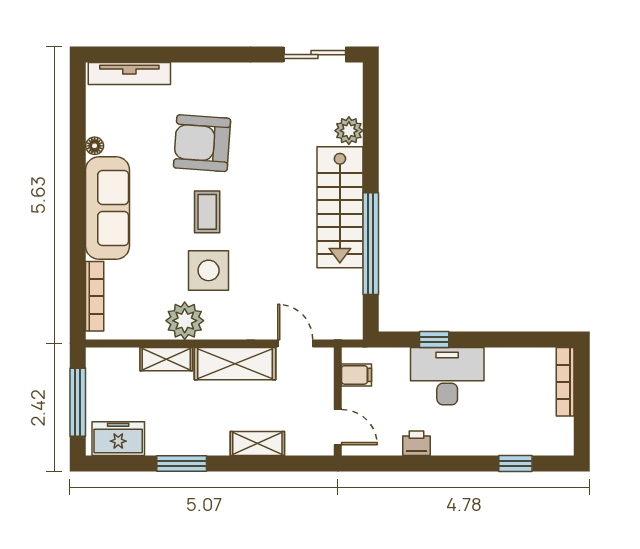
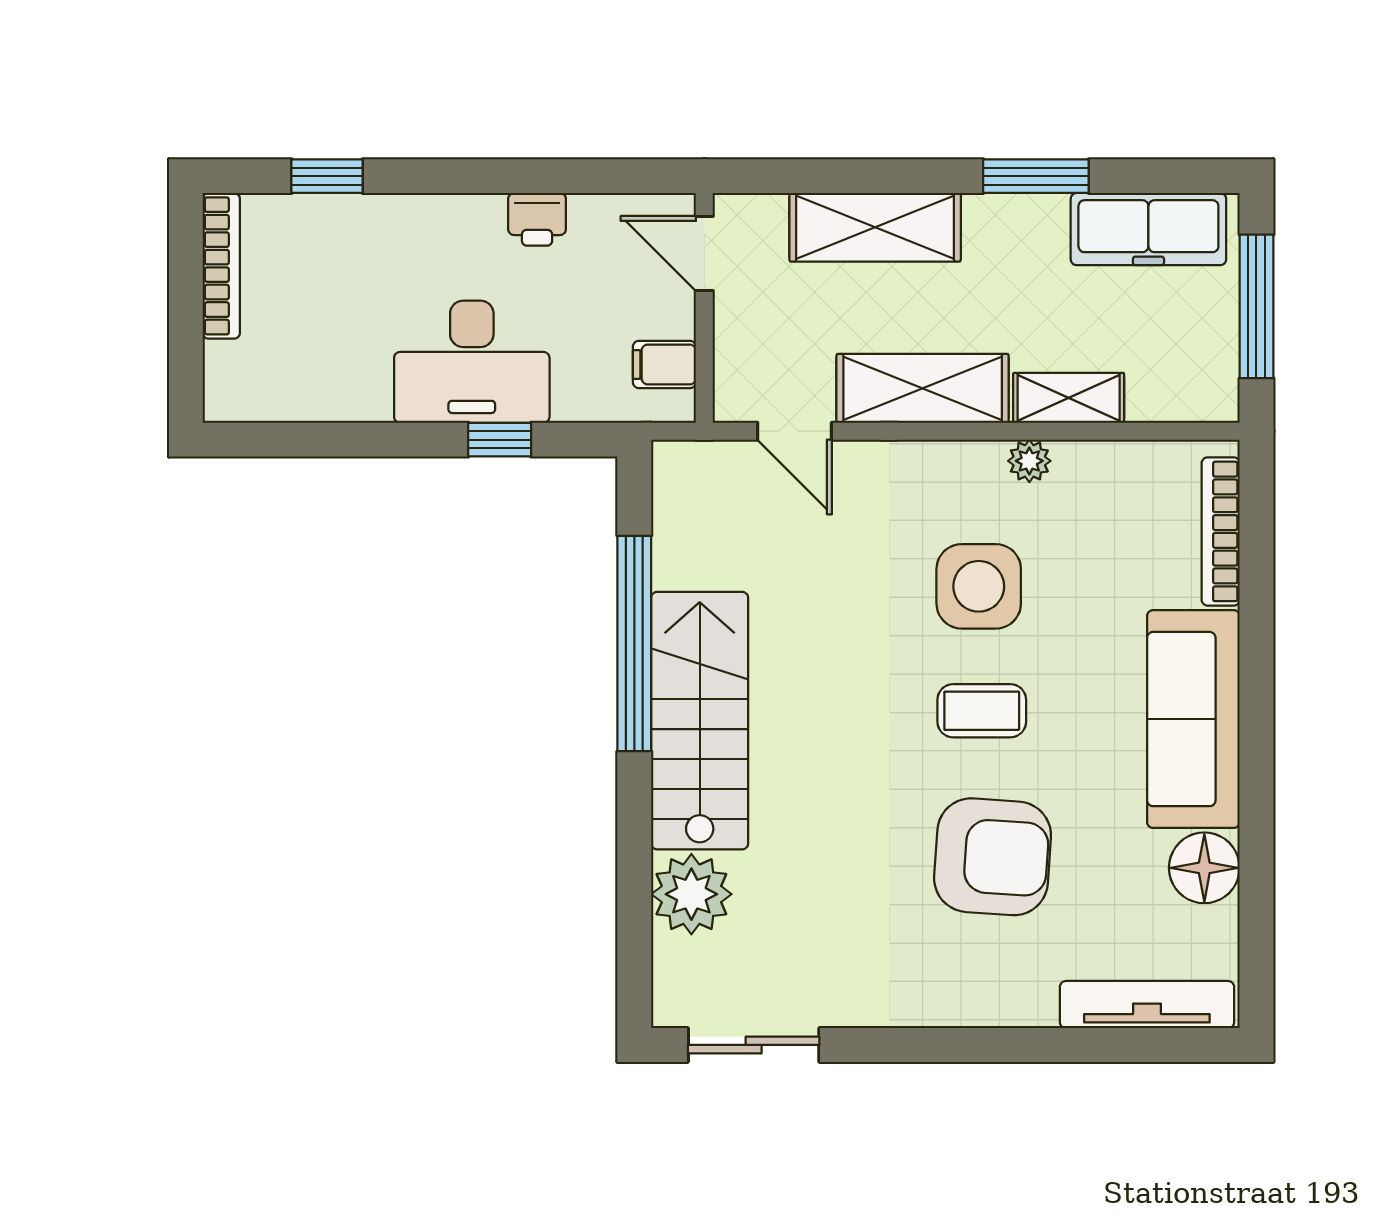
plant: (349, 131) -> (691, 894), width x1.36, depth x1.36
floor lamp: (95, 146) -> (1204, 868), width x1.89, depth x1.89
coffee table: (207, 212) -> (982, 711), turned 90
plant: (185, 321) -> (1029, 461), width x0.53, depth x0.53
bookcase: (565, 382) -> (221, 266), moved
freezer: (118, 439) -> (1148, 229), width x1.40
shelving: (257, 444) -> (875, 227), width x1.50, depth x1.33

